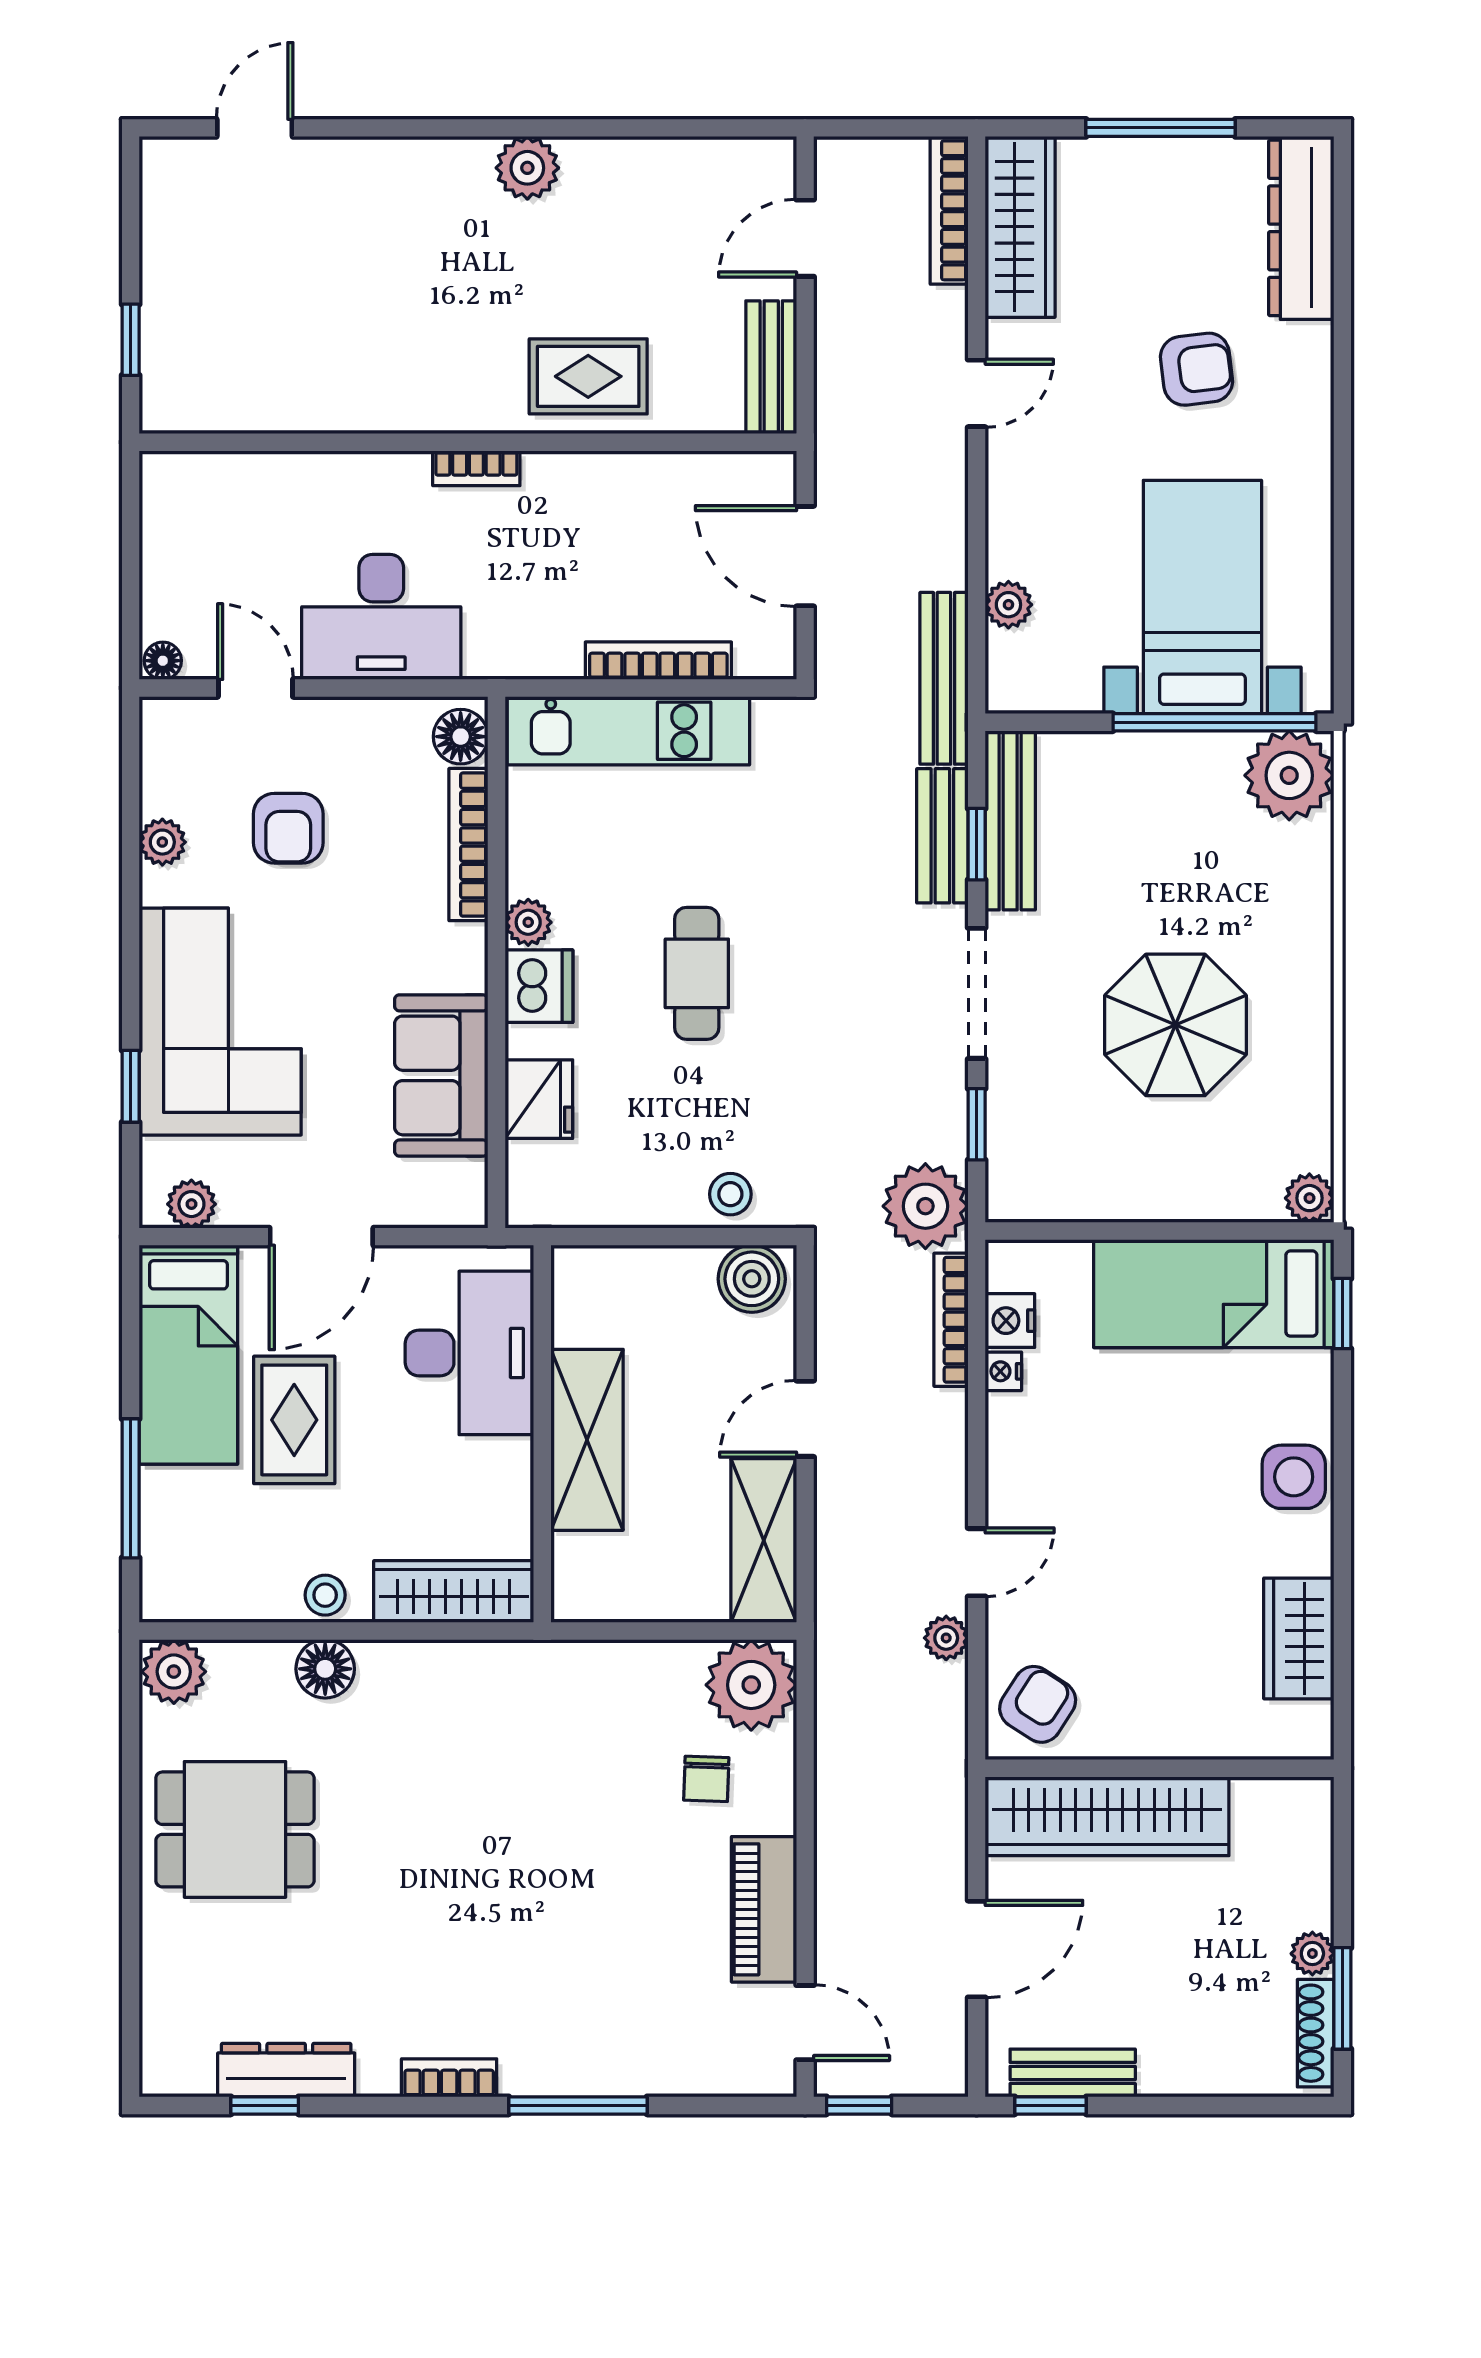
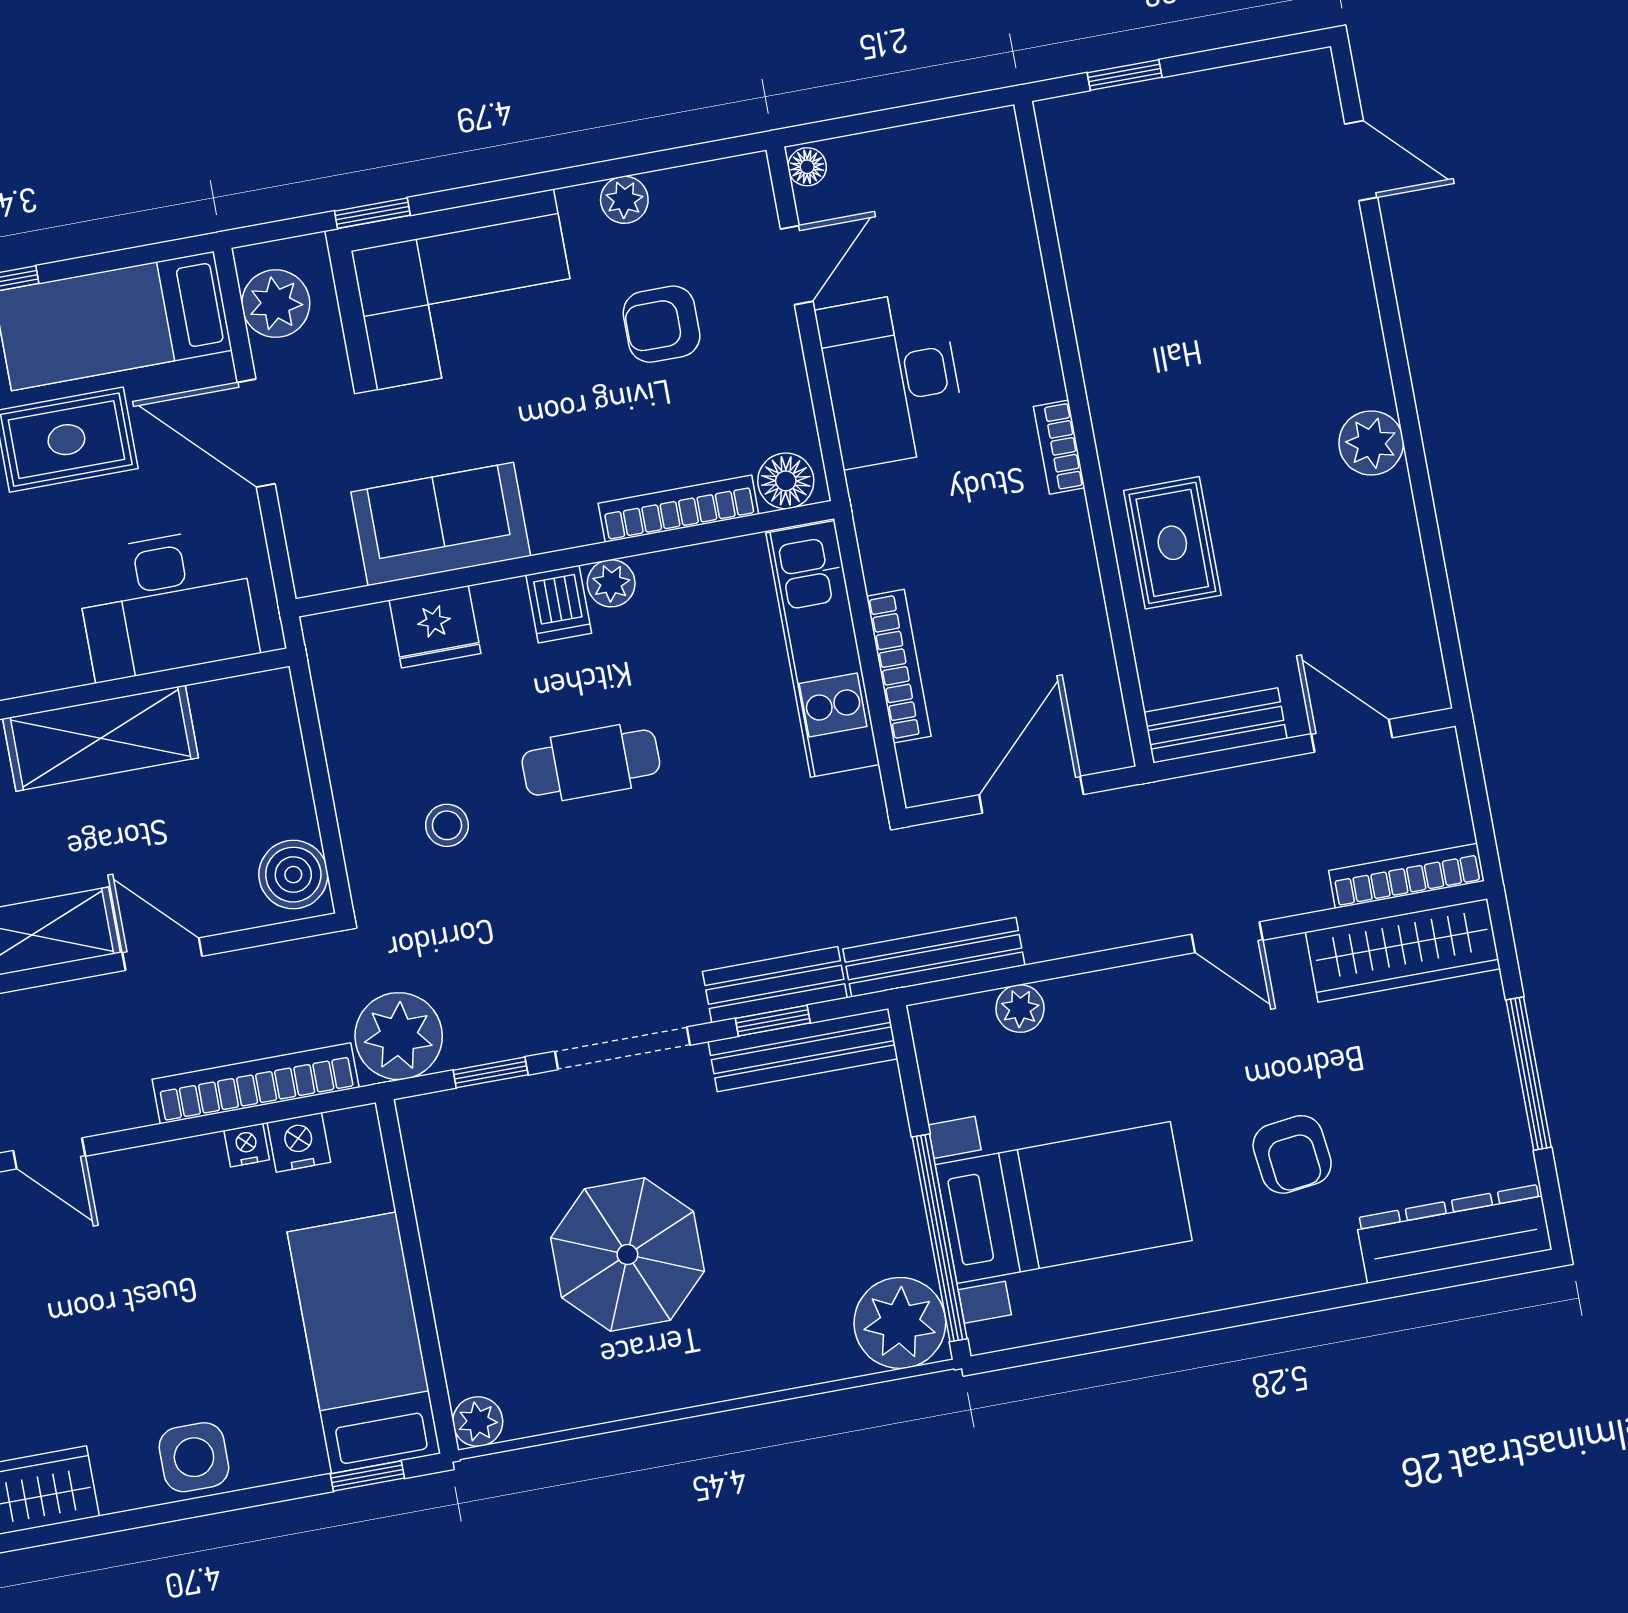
dishwasher: (539, 986) -> (559, 604), width x0.73
stool: (730, 1194) -> (447, 825), moved
plant: (191, 1204) -> (276, 304), width x1.38, depth x1.38
bookcase: (951, 1320) -> (256, 1083), width x1.48, depth x1.31

